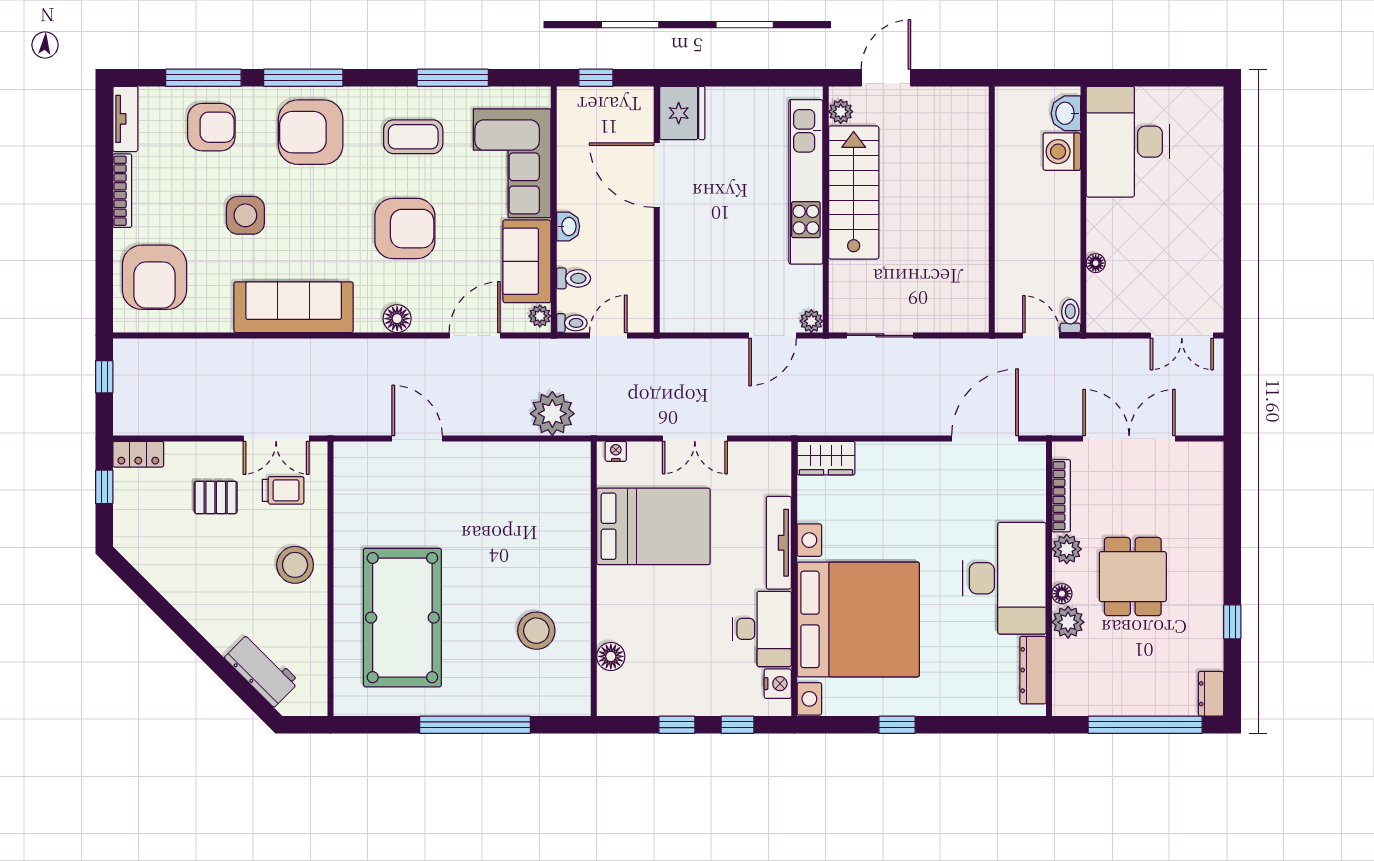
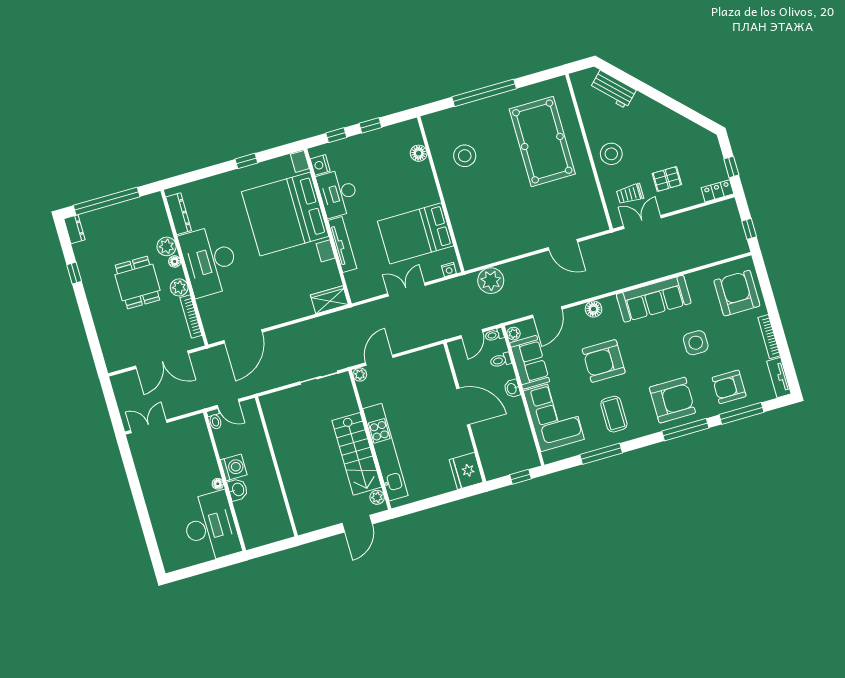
washbasin: (1066, 113) -> (238, 490), moved
coffee table: (413, 137) -> (614, 414), turned 90
washing machine: (1062, 152) -> (234, 467), moved
door: (657, 175) -> (463, 406), moved
floor lamp: (1096, 263) -> (218, 484), moved

